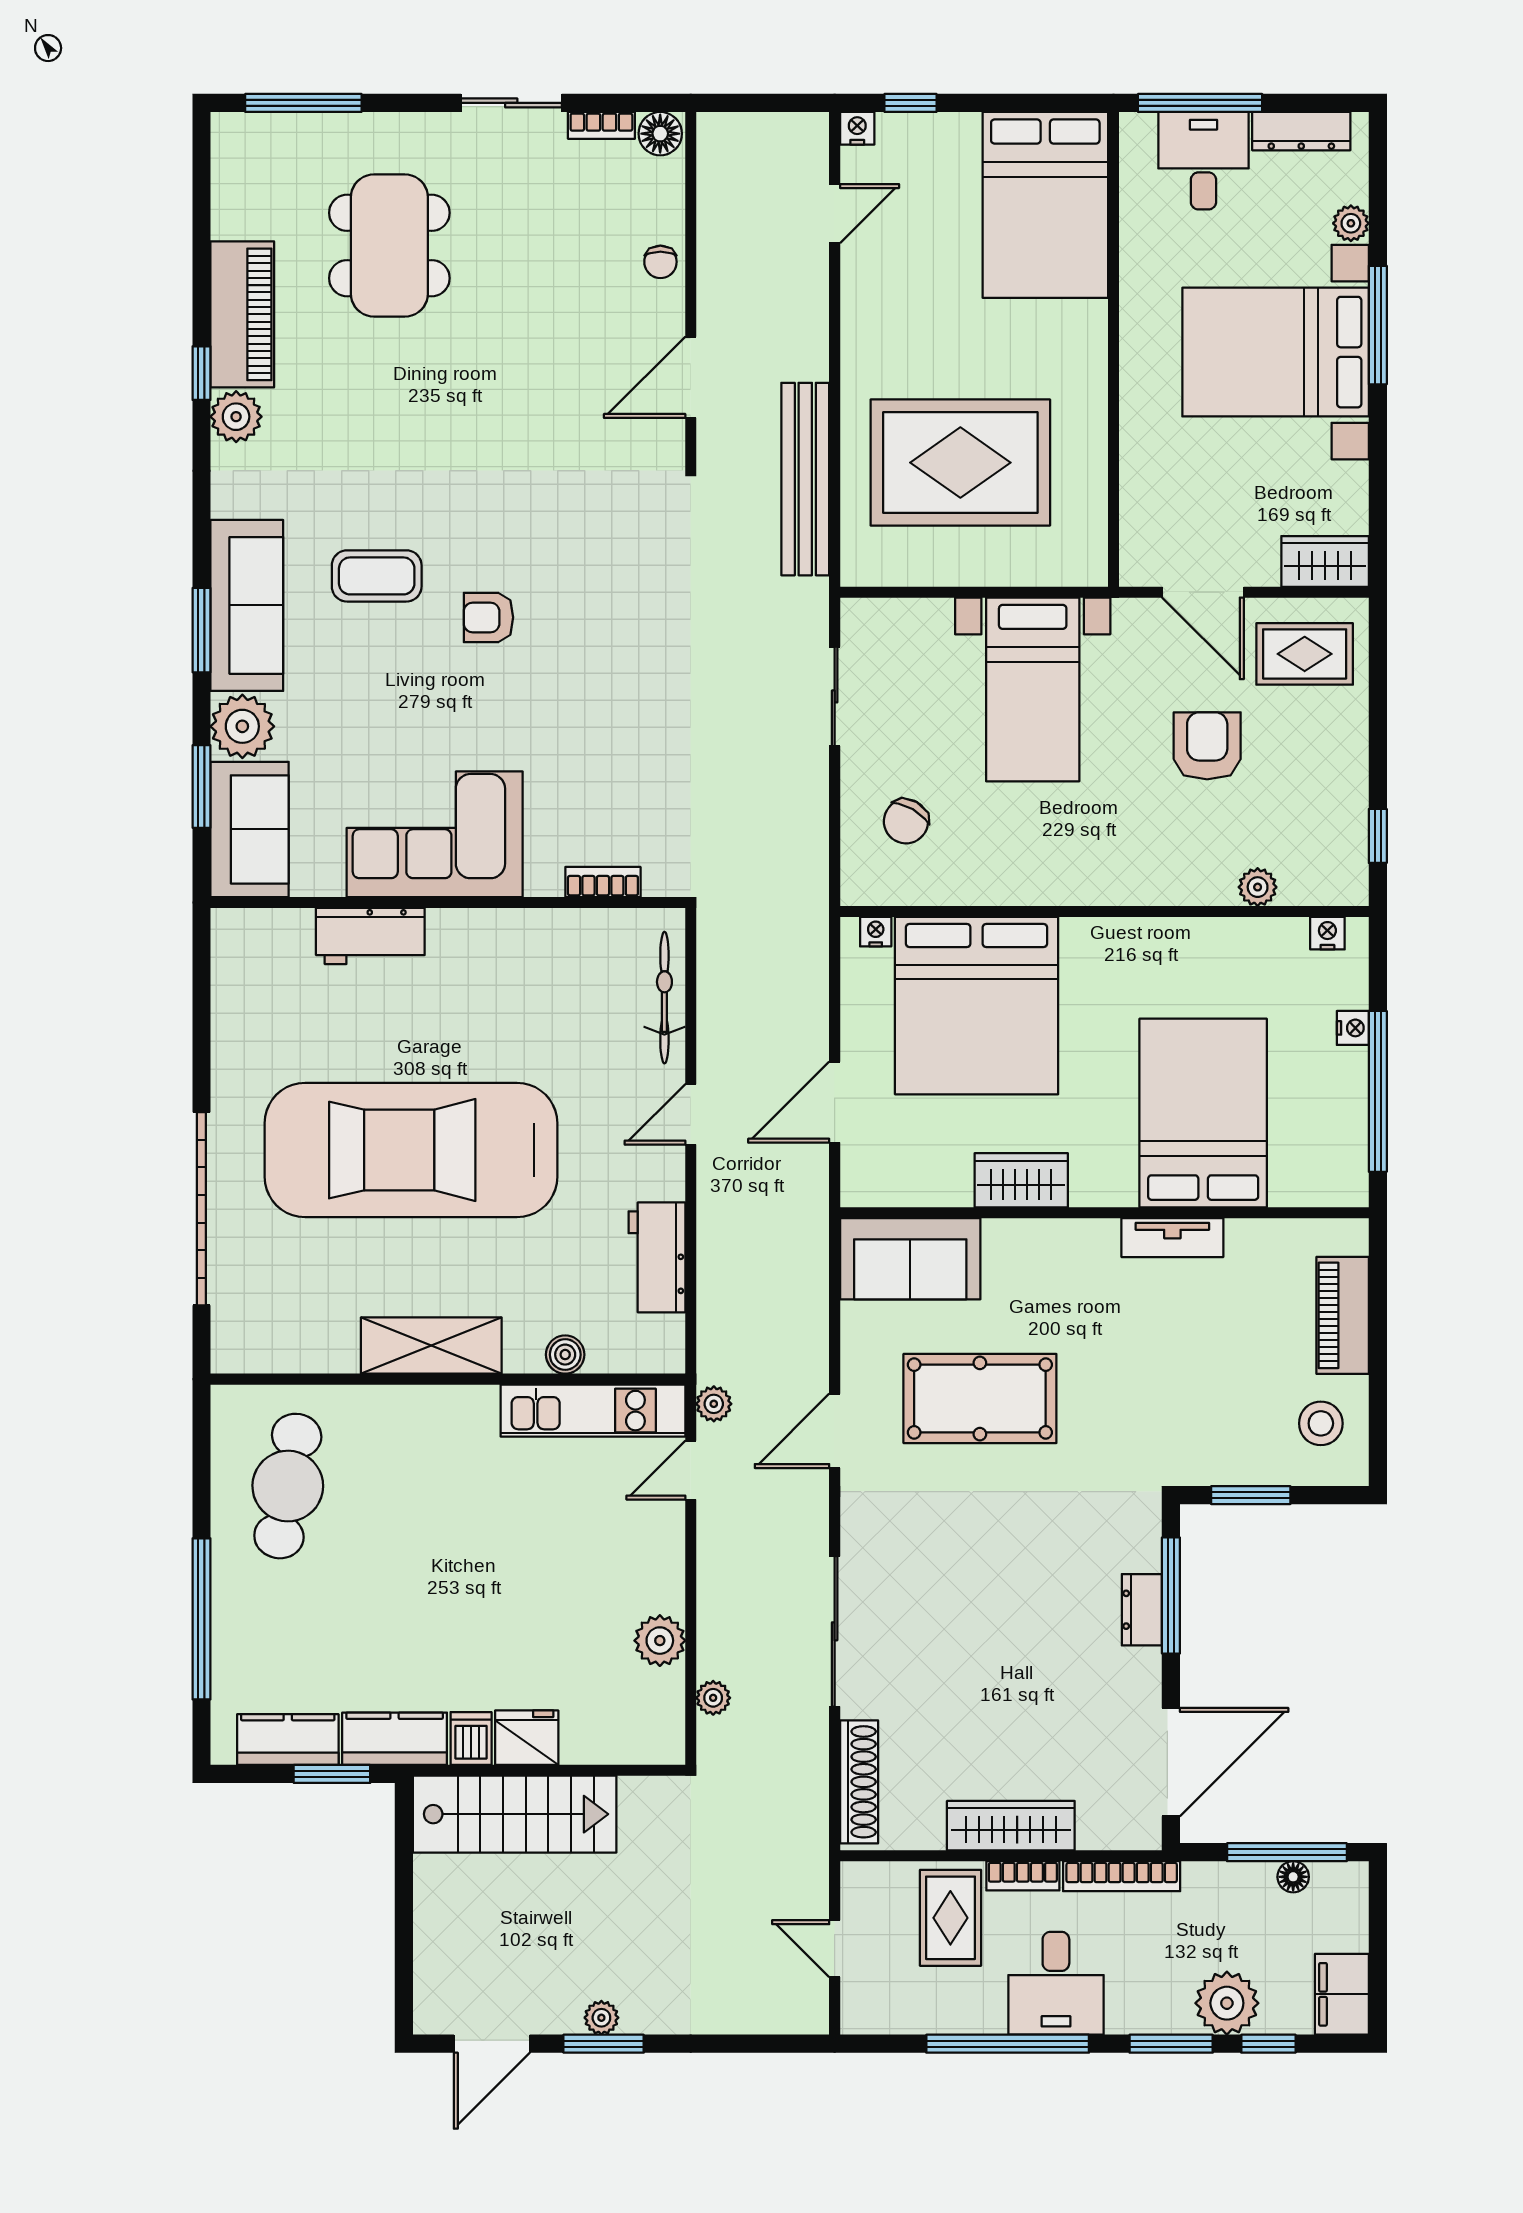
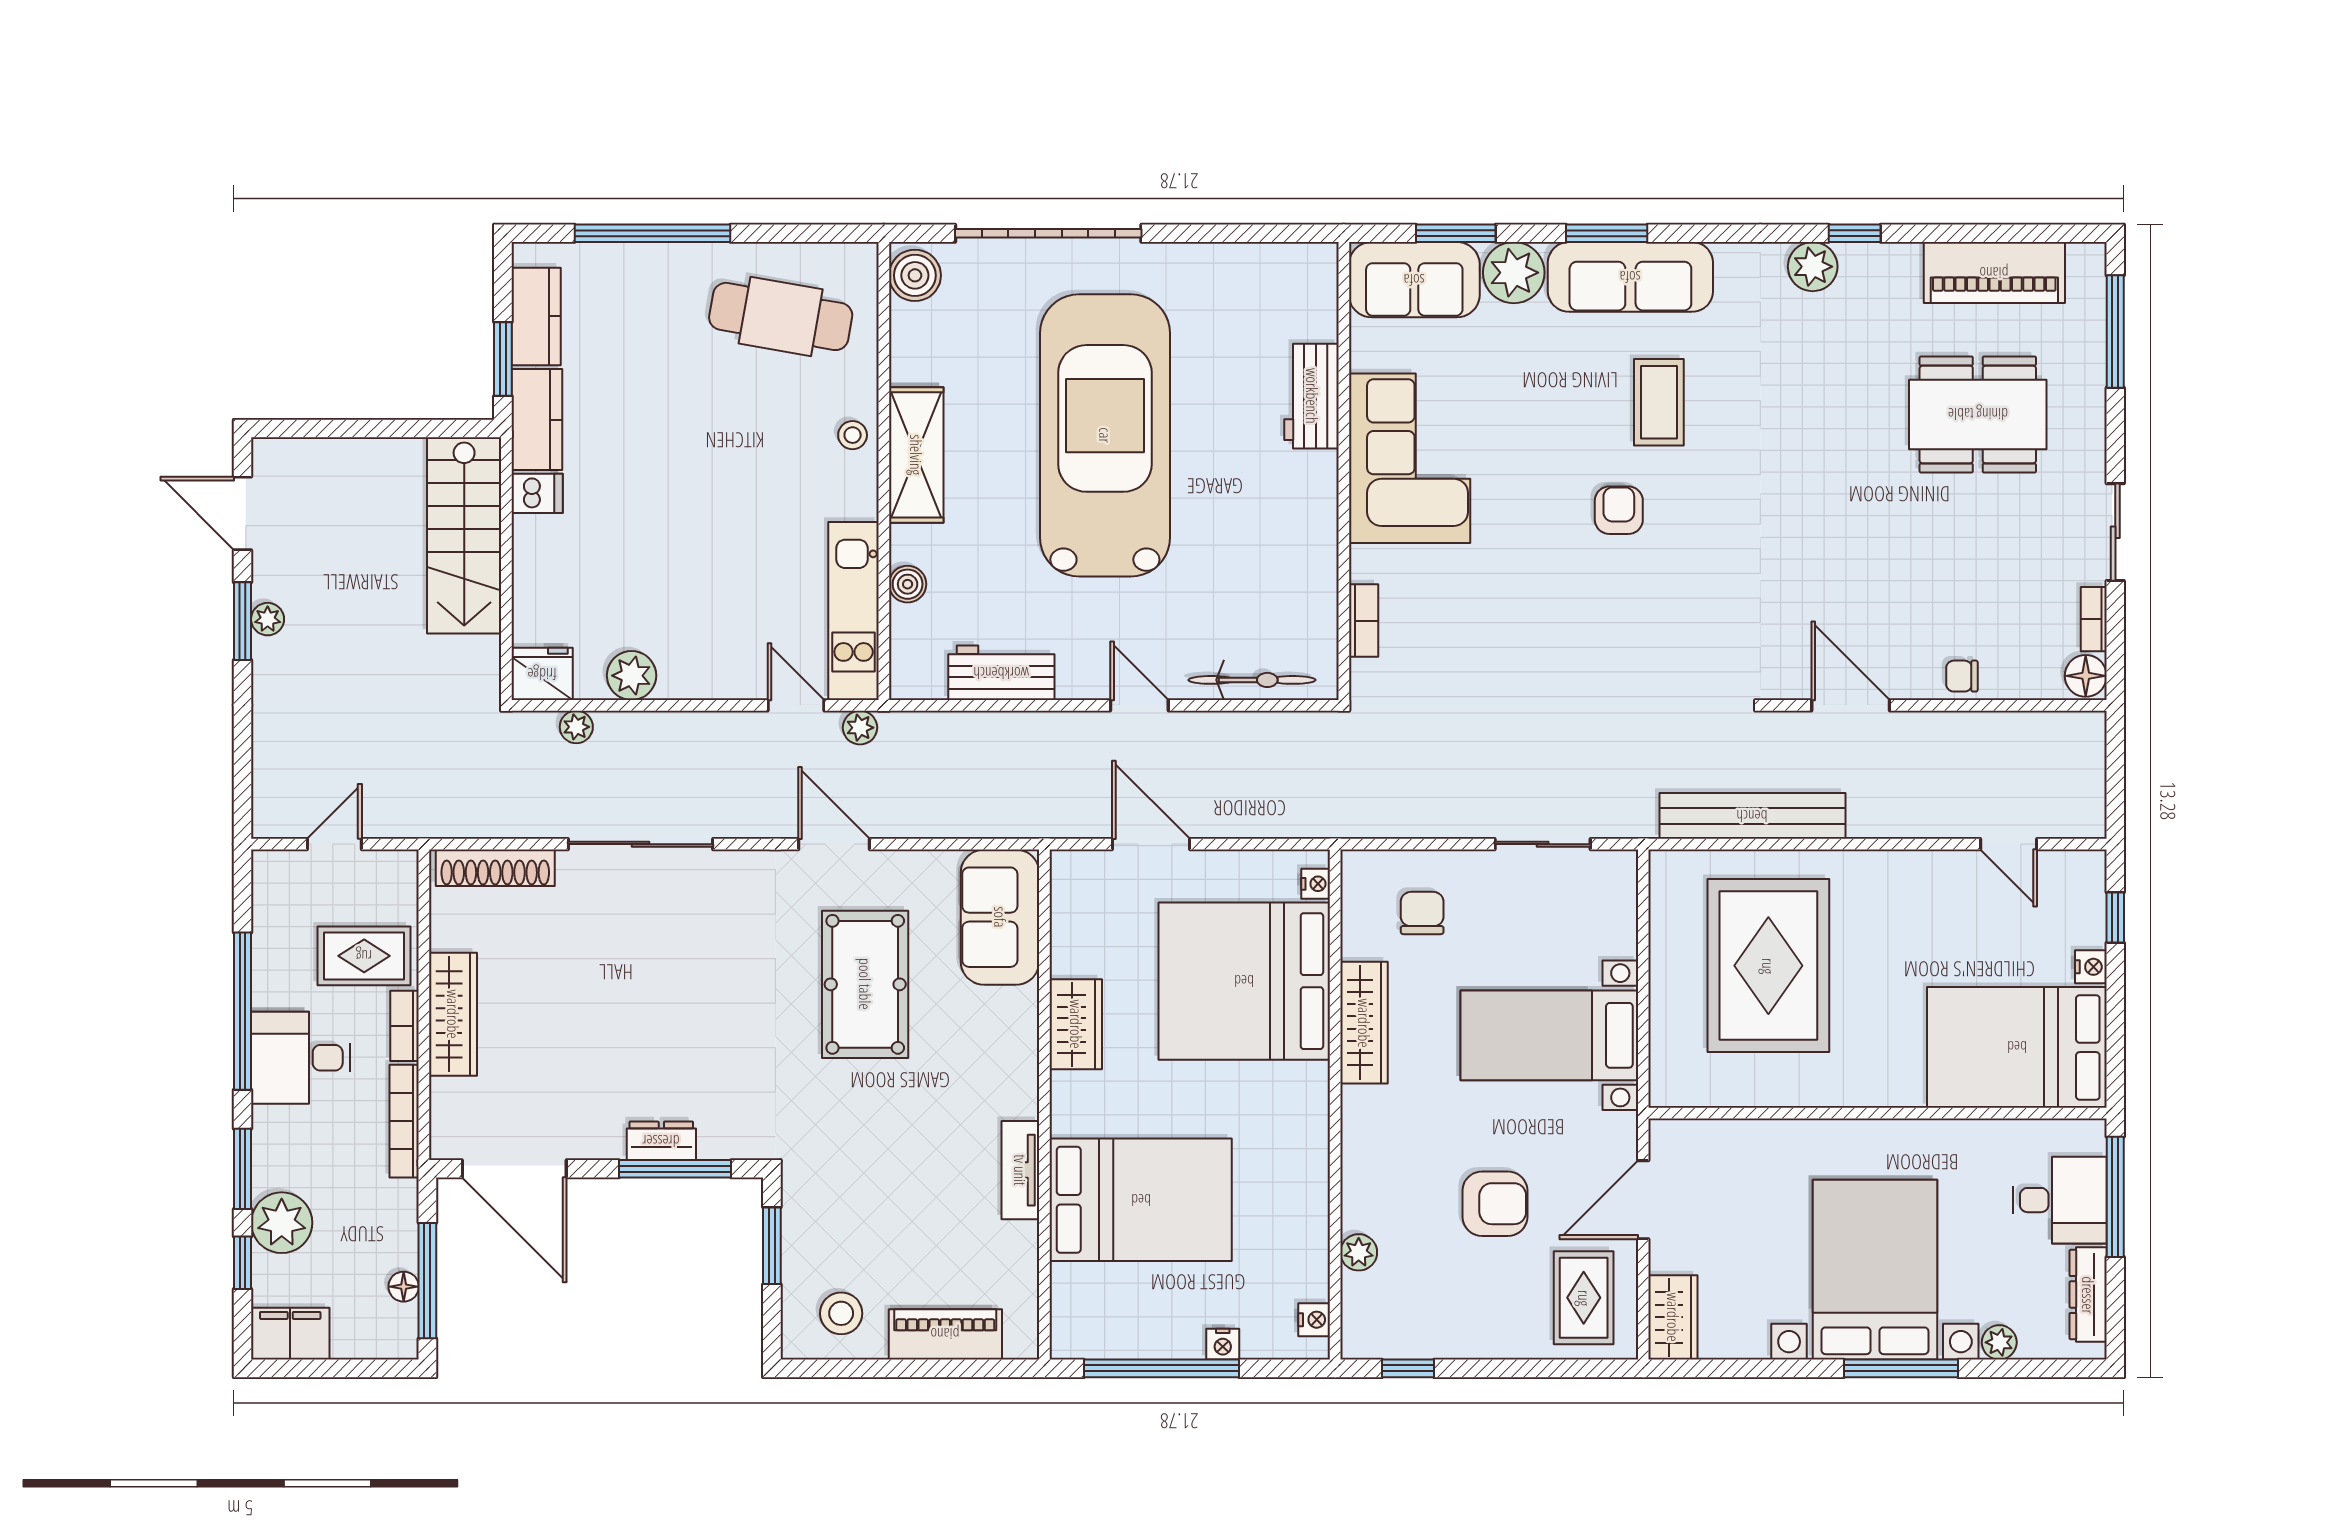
nightstand: (857, 128) -> (2091, 967), moved
piano: (242, 314) -> (1994, 273), moved
chair: (906, 821) -> (1422, 913), turned 60
wardrobe: (1020, 882) -> (1364, 1023), added
boiler: (245, 1347) -> (915, 275), added
stool: (411, 1412) -> (853, 435), added
fridge: (527, 1738) -> (542, 674), moved, turned -90

